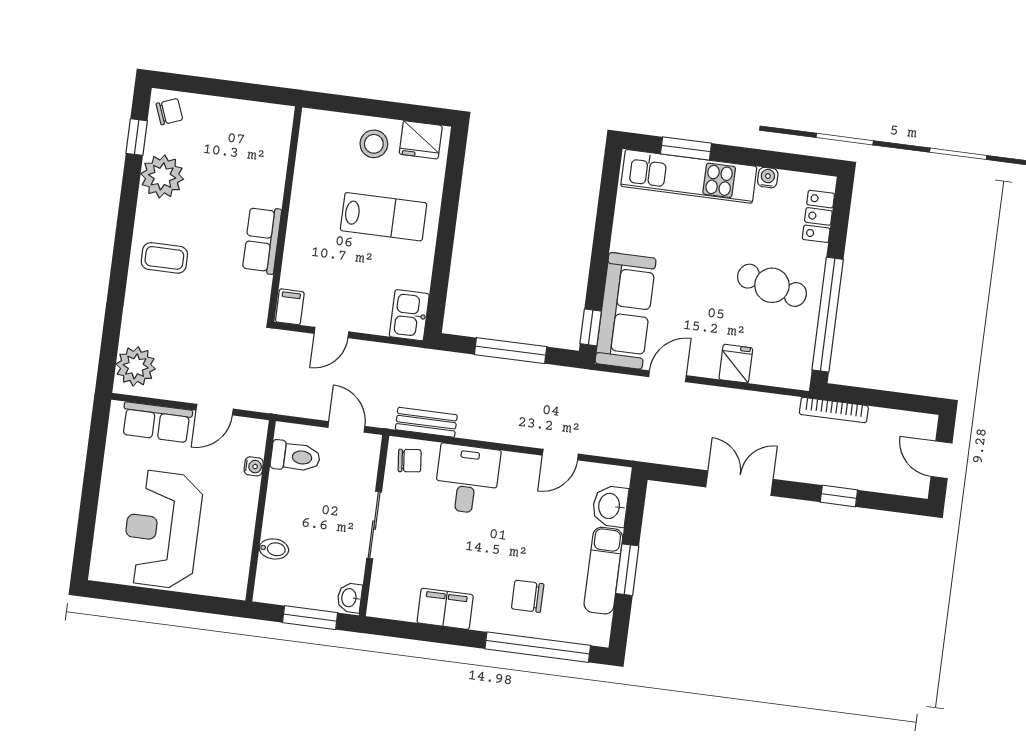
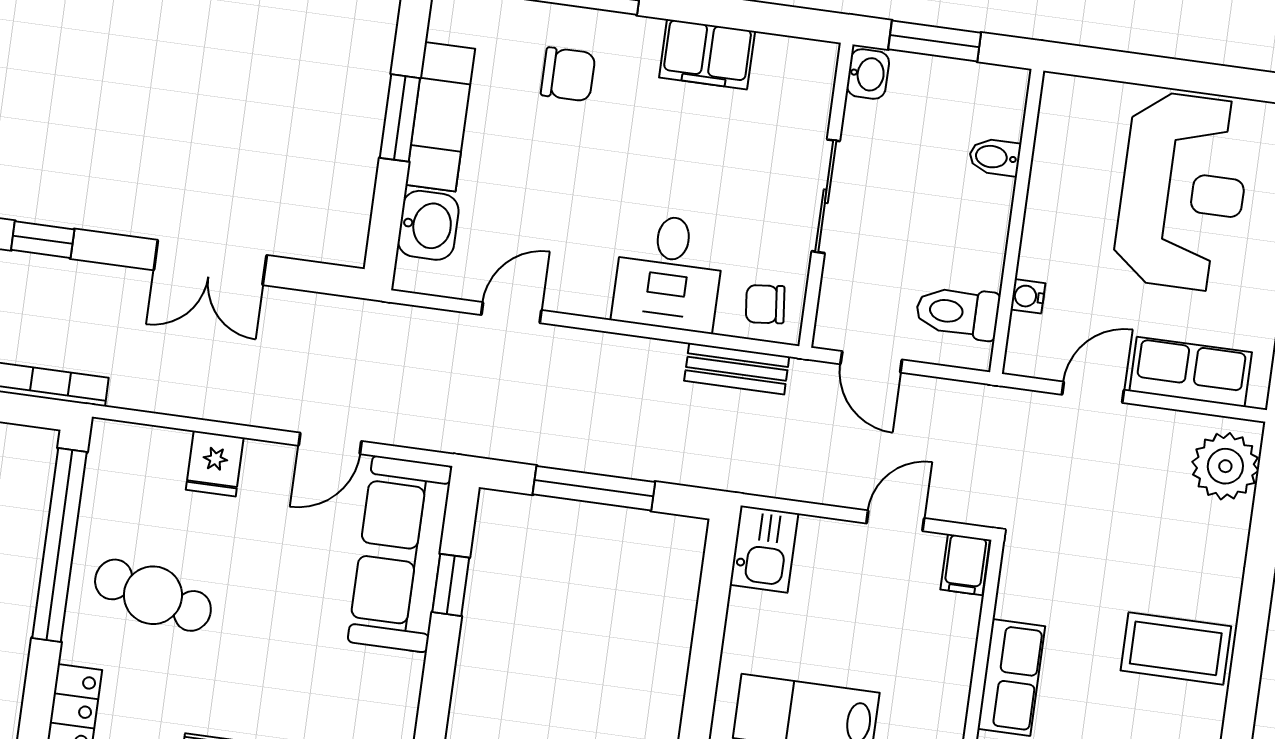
coffee table: (164, 258) -> (1176, 648), width x1.36, depth x1.30
window: (591, 327) -> (451, 585), moved

